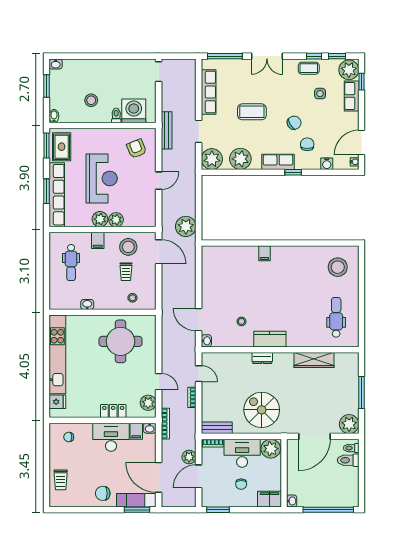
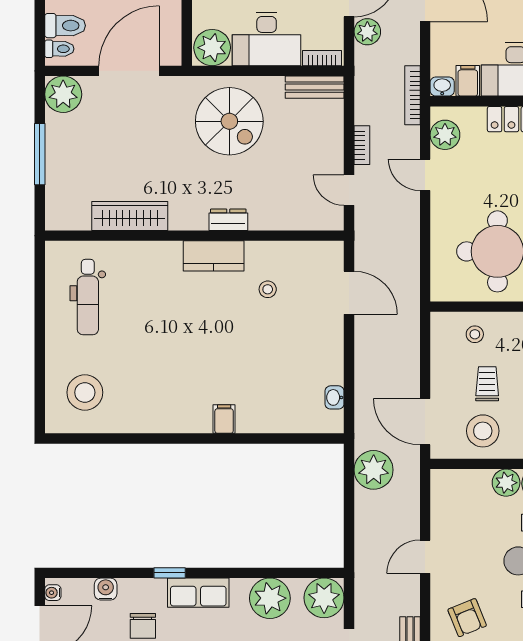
washbasin: (206, 341) -> (334, 397), moved

